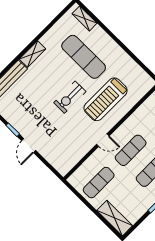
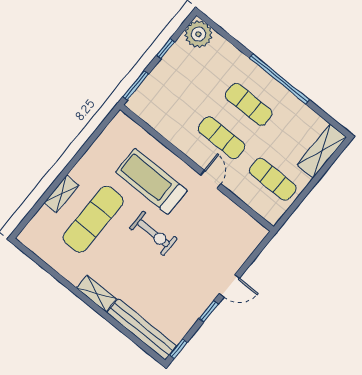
shelving: (84, 18) -> (61, 194), moved
treadmill: (106, 99) -> (151, 181), turned 180

